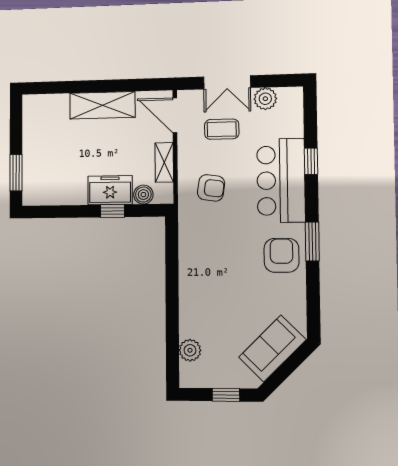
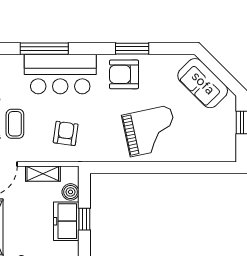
window: (311, 161) -> (44, 49), width x2.17
window: (312, 241) -> (132, 49), moved
grand piano: (215, 286) -> (150, 131), added
plant: (190, 350) -> (205, 153), removed

